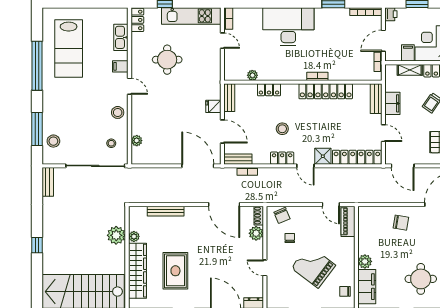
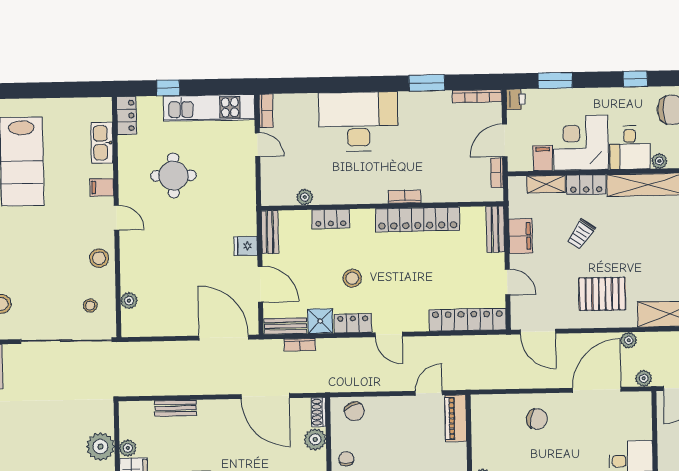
shower: (323, 156) -> (320, 321), moved
door: (331, 204) -> (429, 393), swing flipped
bench: (166, 211) -> (175, 408), width x0.73
chair: (290, 238) -> (346, 459), moved

